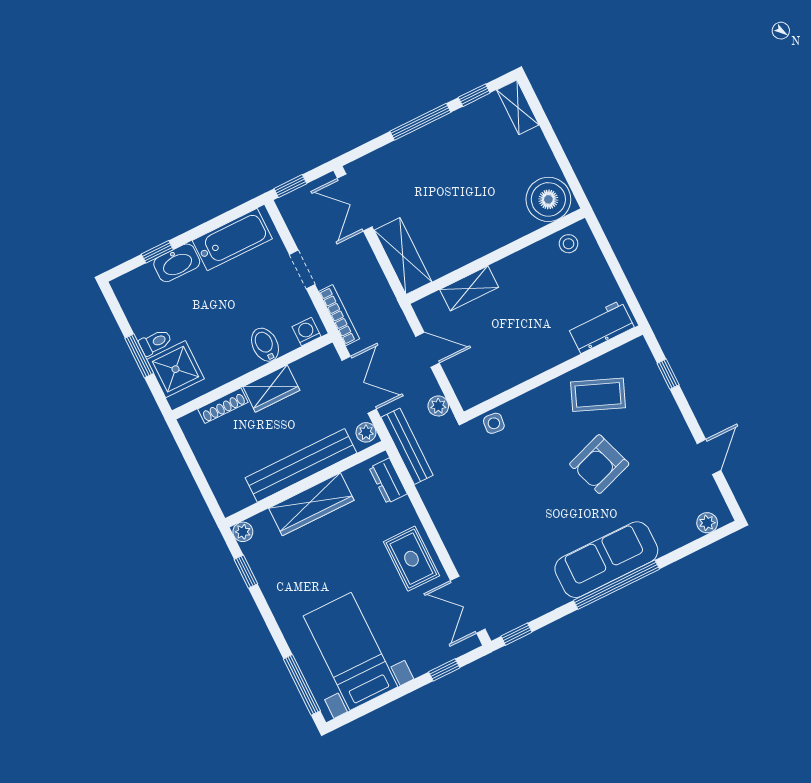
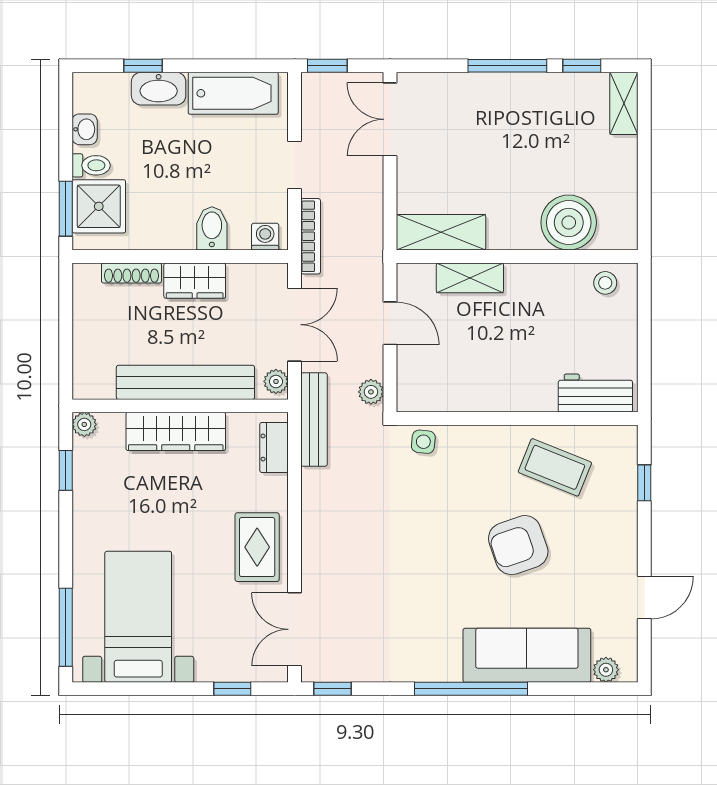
boiler: (548, 199) -> (569, 223), moved
shelving: (403, 256) -> (441, 232), moved, turned 90
washbasin: (138, 319) -> (85, 129), added
window: (139, 356) -> (66, 209), moved
sofa: (606, 560) -> (527, 655), moved

